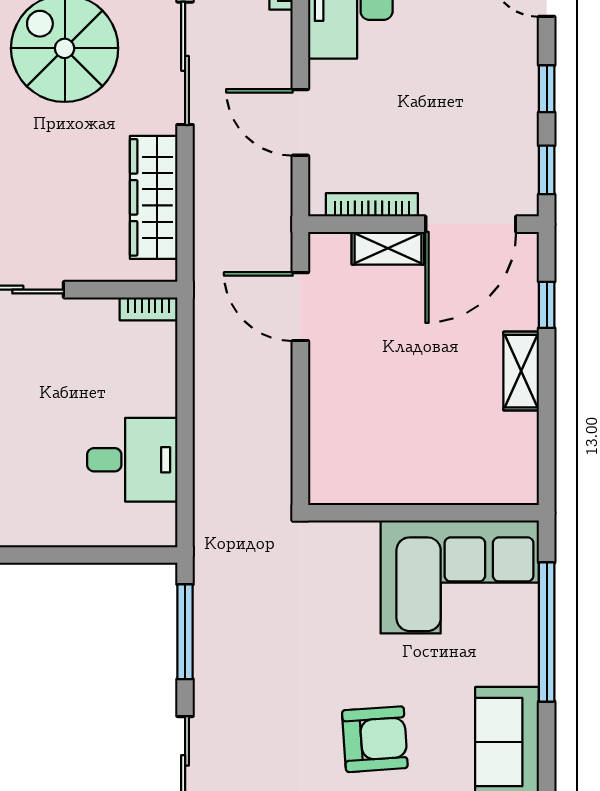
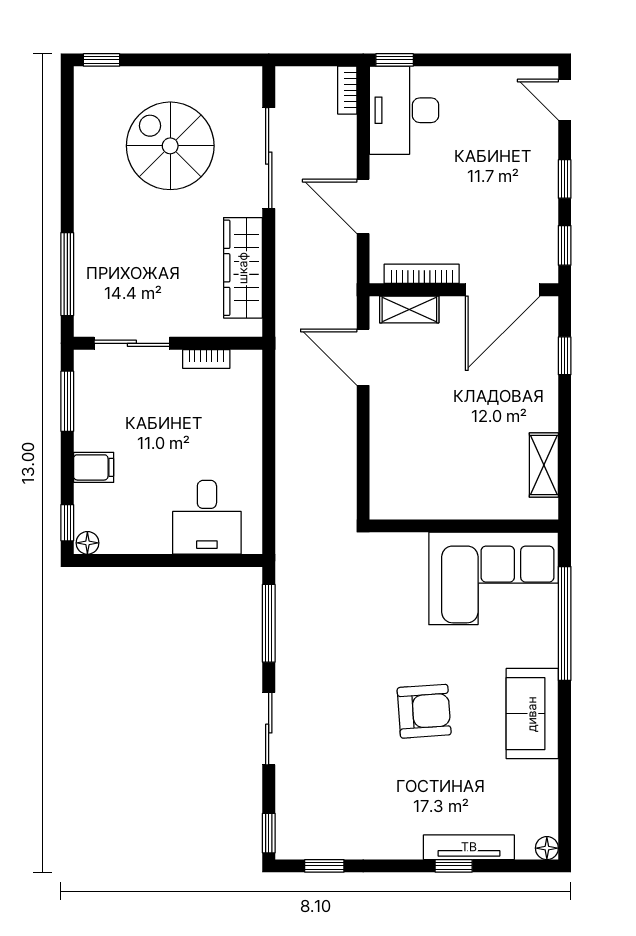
shelving: (388, 248) -> (409, 309), moved
bookcase: (149, 309) -> (206, 359), moved
shelving: (521, 371) -> (544, 465), moved
desk: (132, 460) -> (207, 517), moved, turned 90

